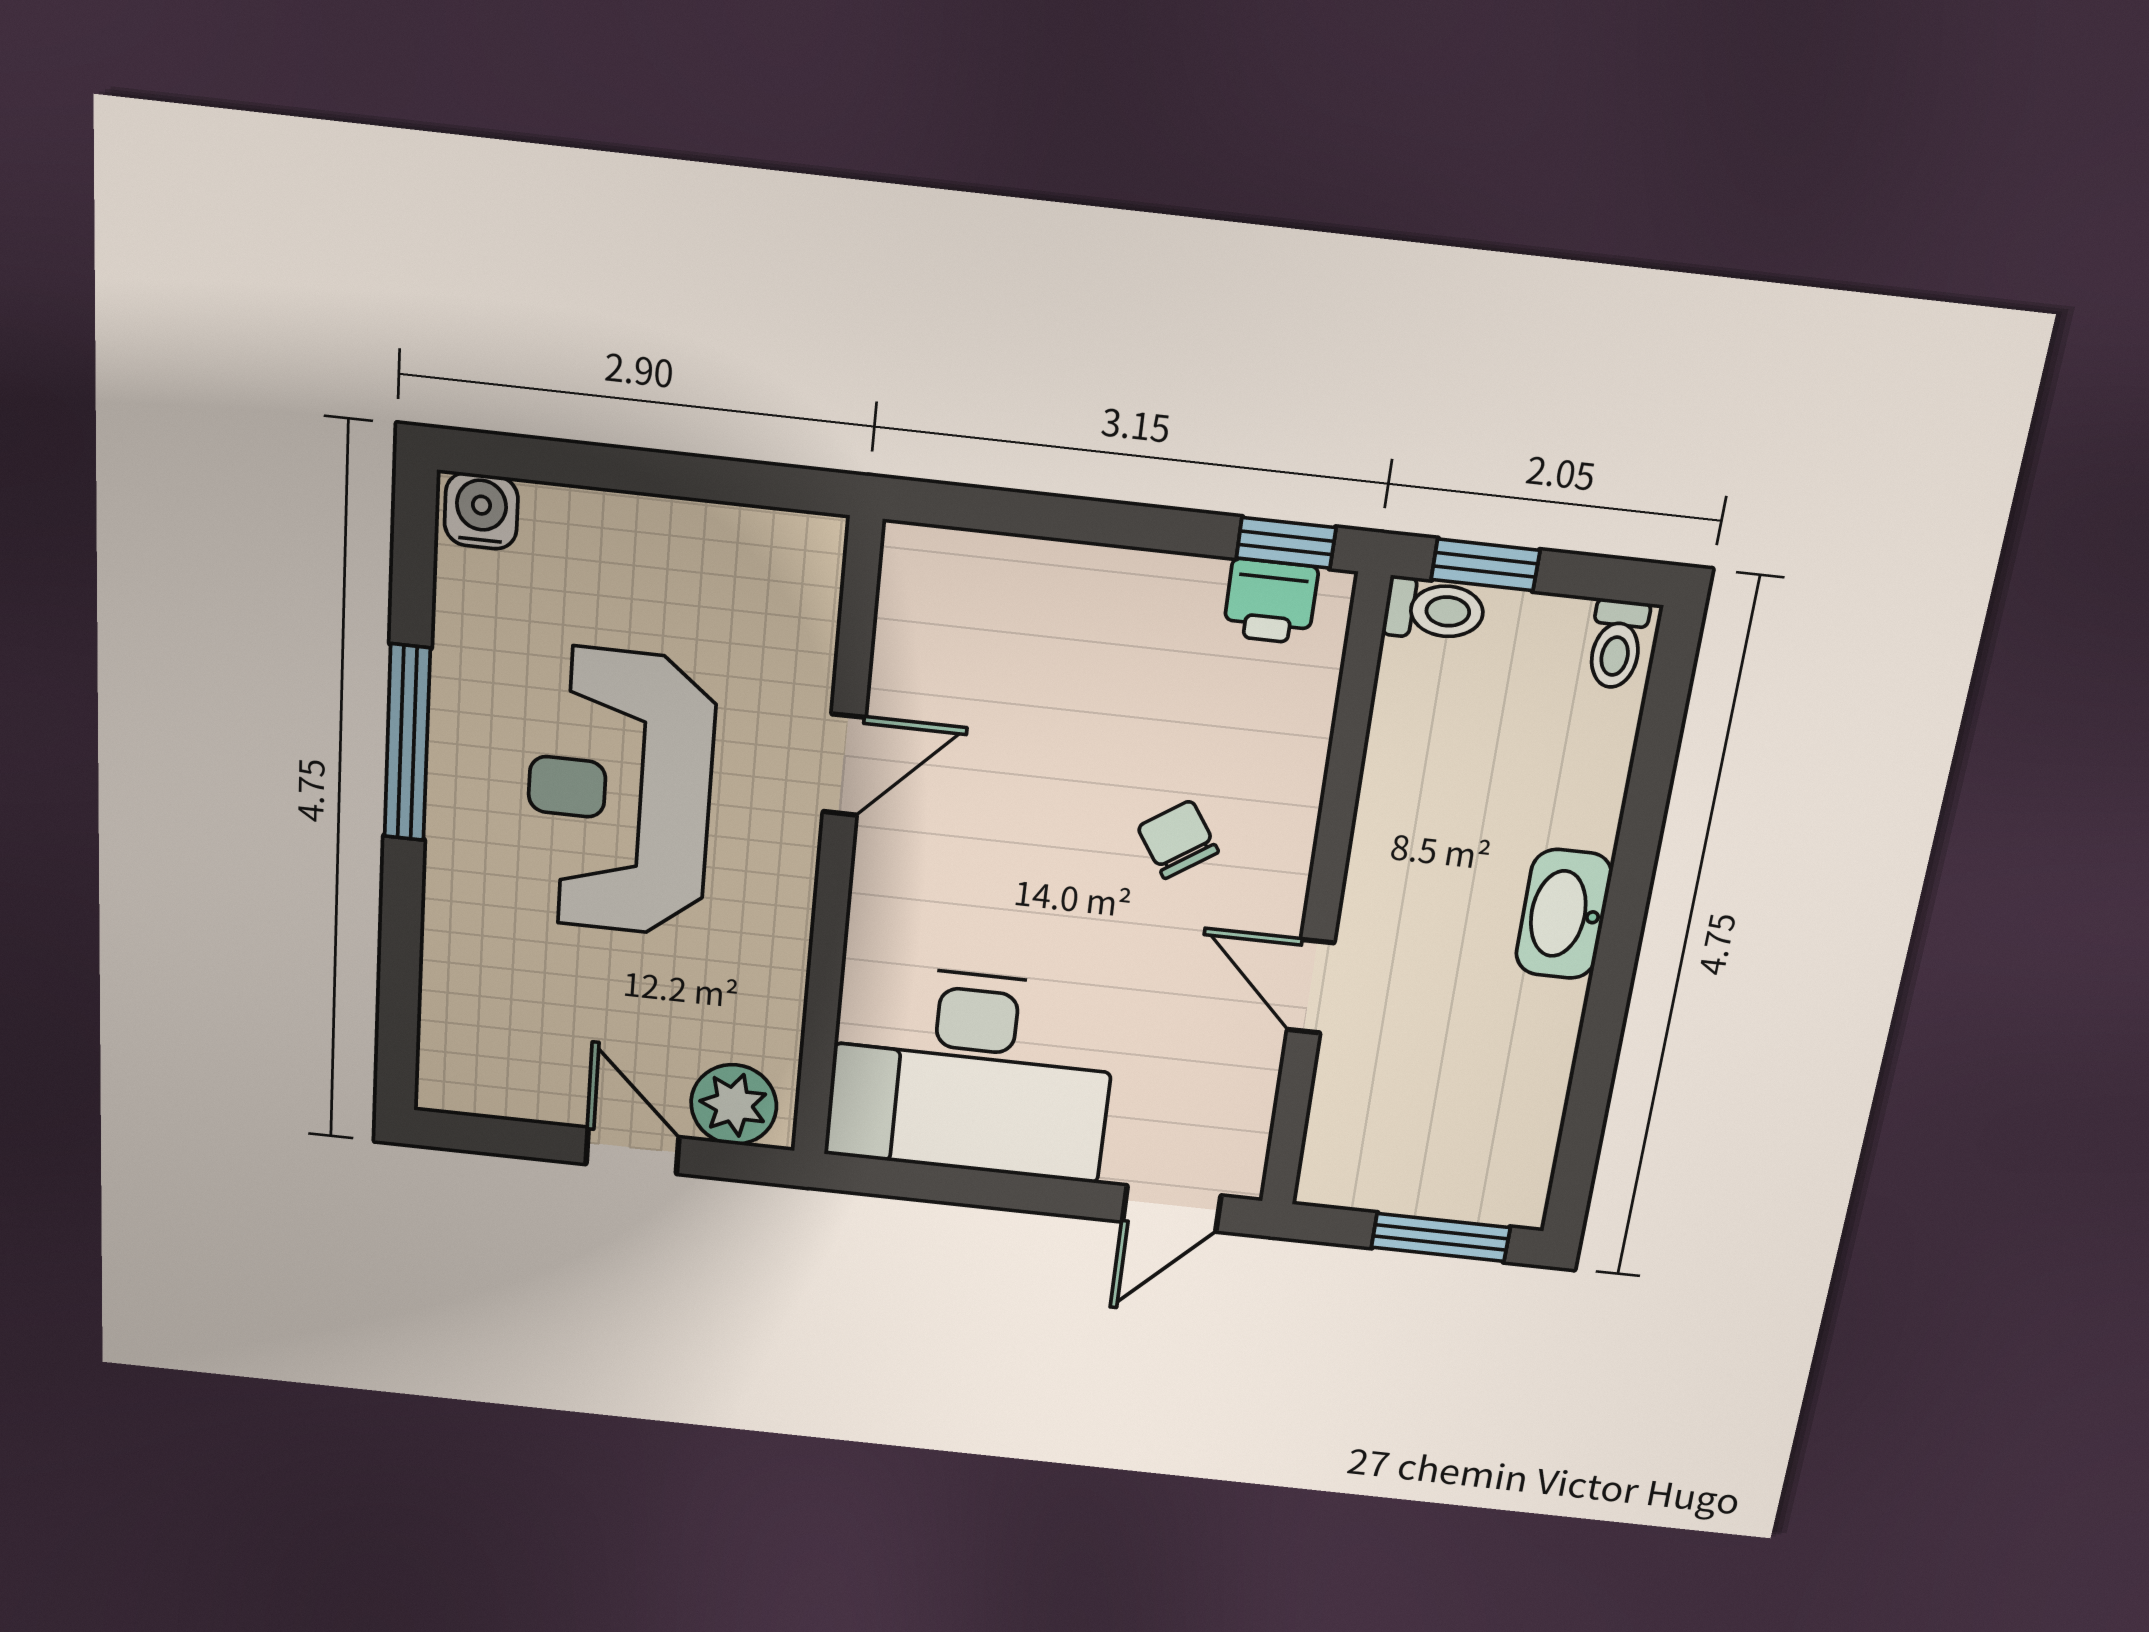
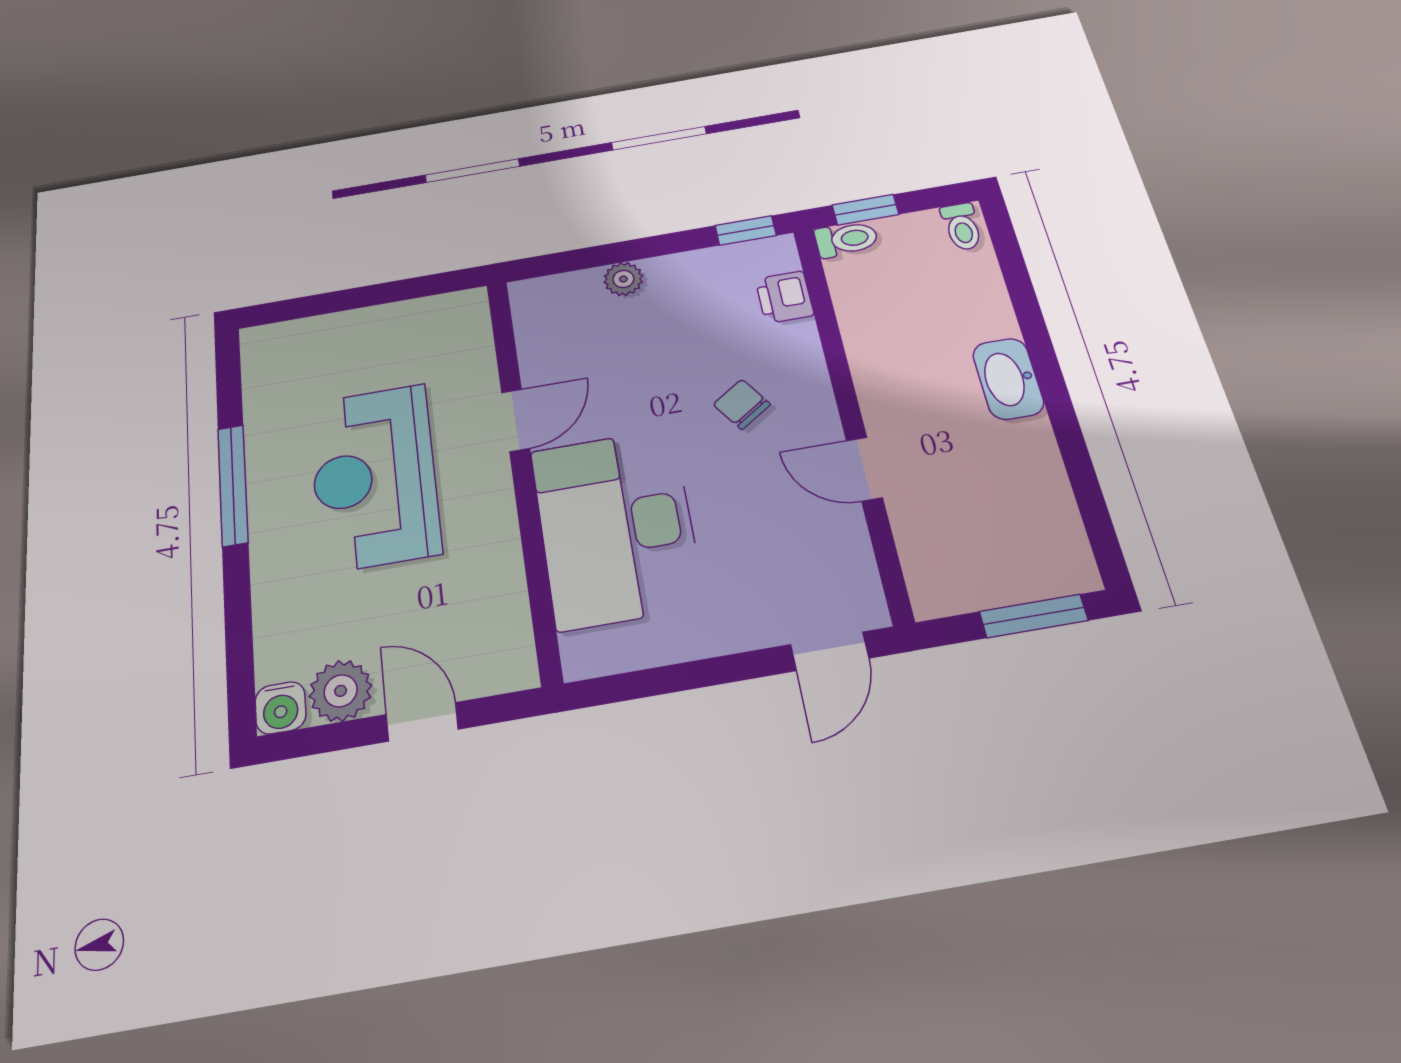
water cooler: (481, 511) -> (280, 708), moved, turned 180
plant: (1068, 572) -> (623, 279), added
printer: (1271, 601) -> (784, 297), moved, turned 90
desk: (971, 1073) -> (616, 527), moved, turned 90
plant: (734, 1105) -> (341, 691), moved

